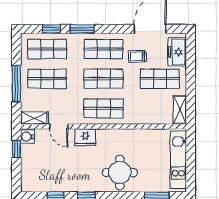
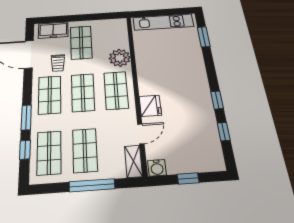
shelving: (180, 110) -> (112, 24), removed
plant: (139, 114) -> (120, 58), added
window: (16, 149) -> (188, 179), moved
round table: (120, 173) -> (185, 70), removed

